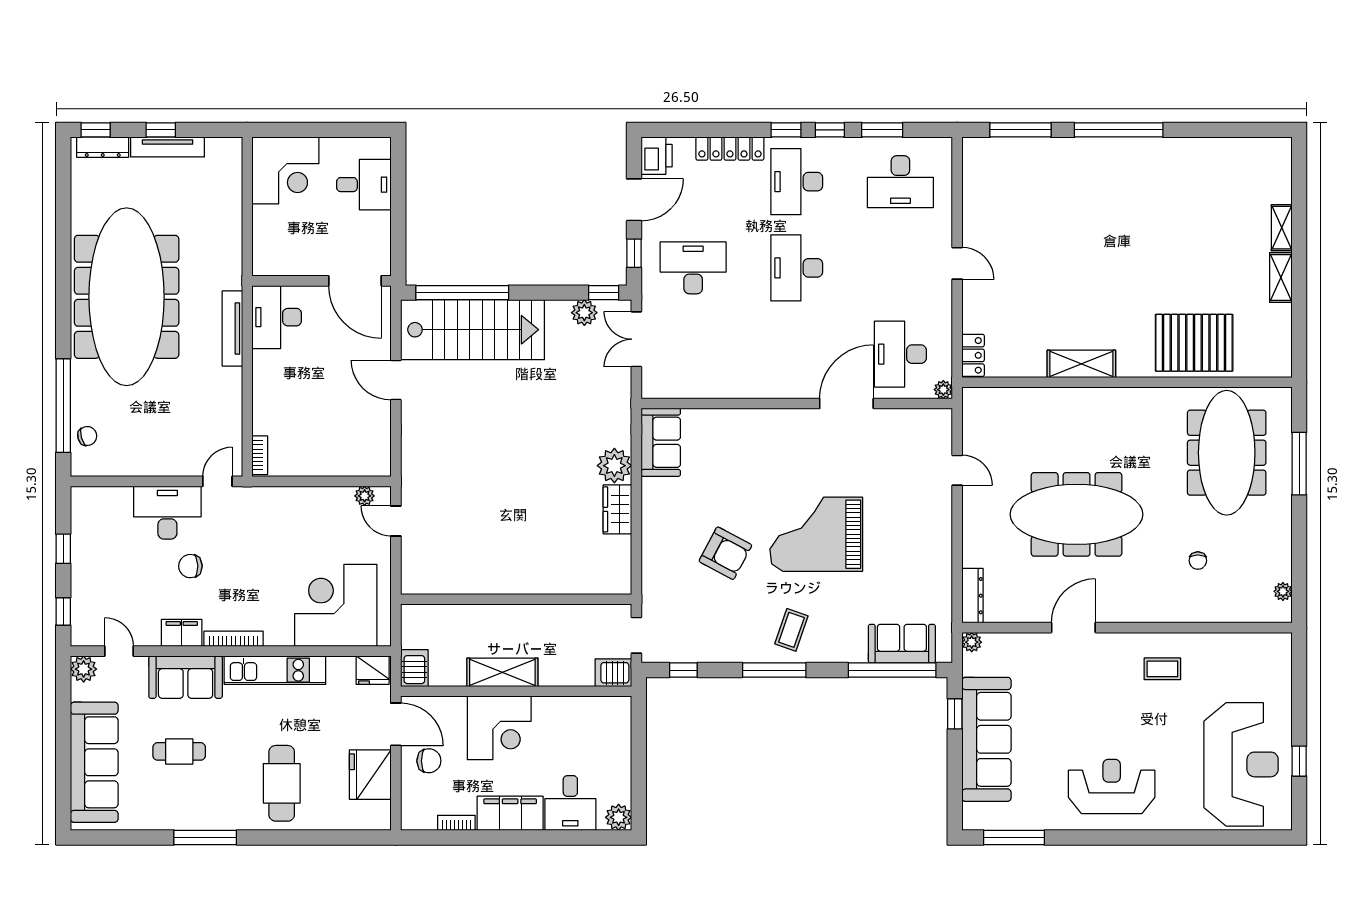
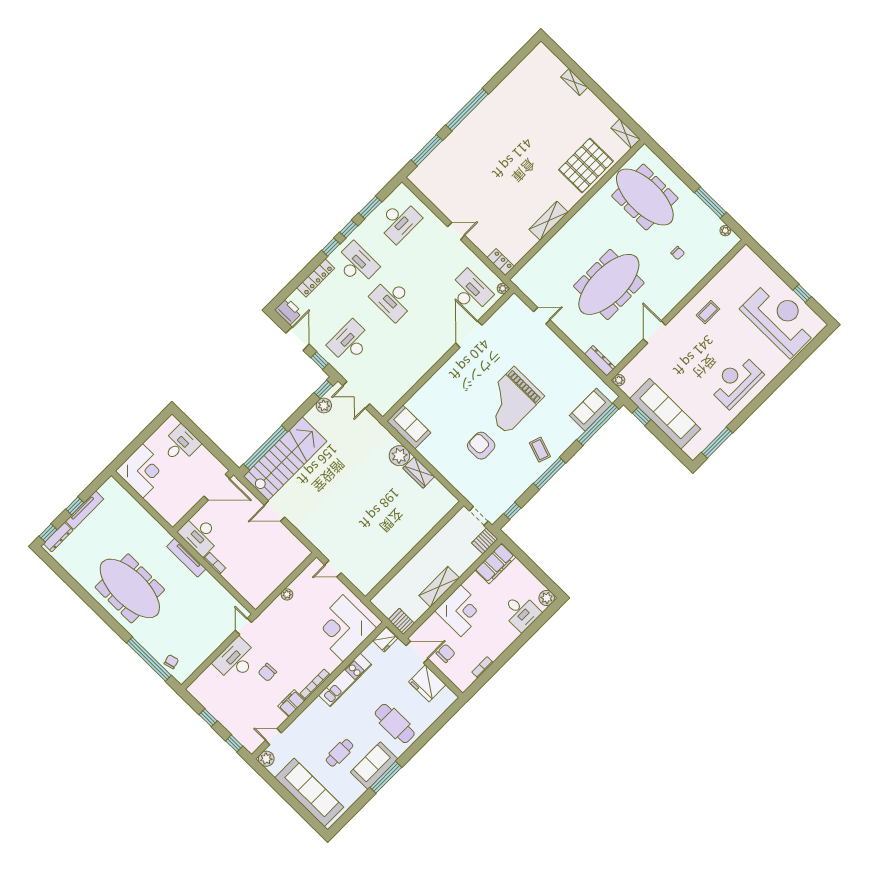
desk: (797, 182) -> (357, 264), turned 180
shelving: (1281, 277) -> (626, 134), moved
meeting table: (127, 297) -> (130, 588), width x0.73, depth x0.79
desk: (900, 354) -> (470, 292), turned 180
bookcase: (260, 455) -> (215, 563), moved
window: (1299, 464) -> (710, 202), moved
plant: (365, 496) -> (287, 594), moved
armchair: (725, 553) -> (481, 446), turned -118
sofa: (186, 677) -> (374, 766), moved, turned 180
filing cabinet: (510, 813) -> (495, 564), moved, turned 180

